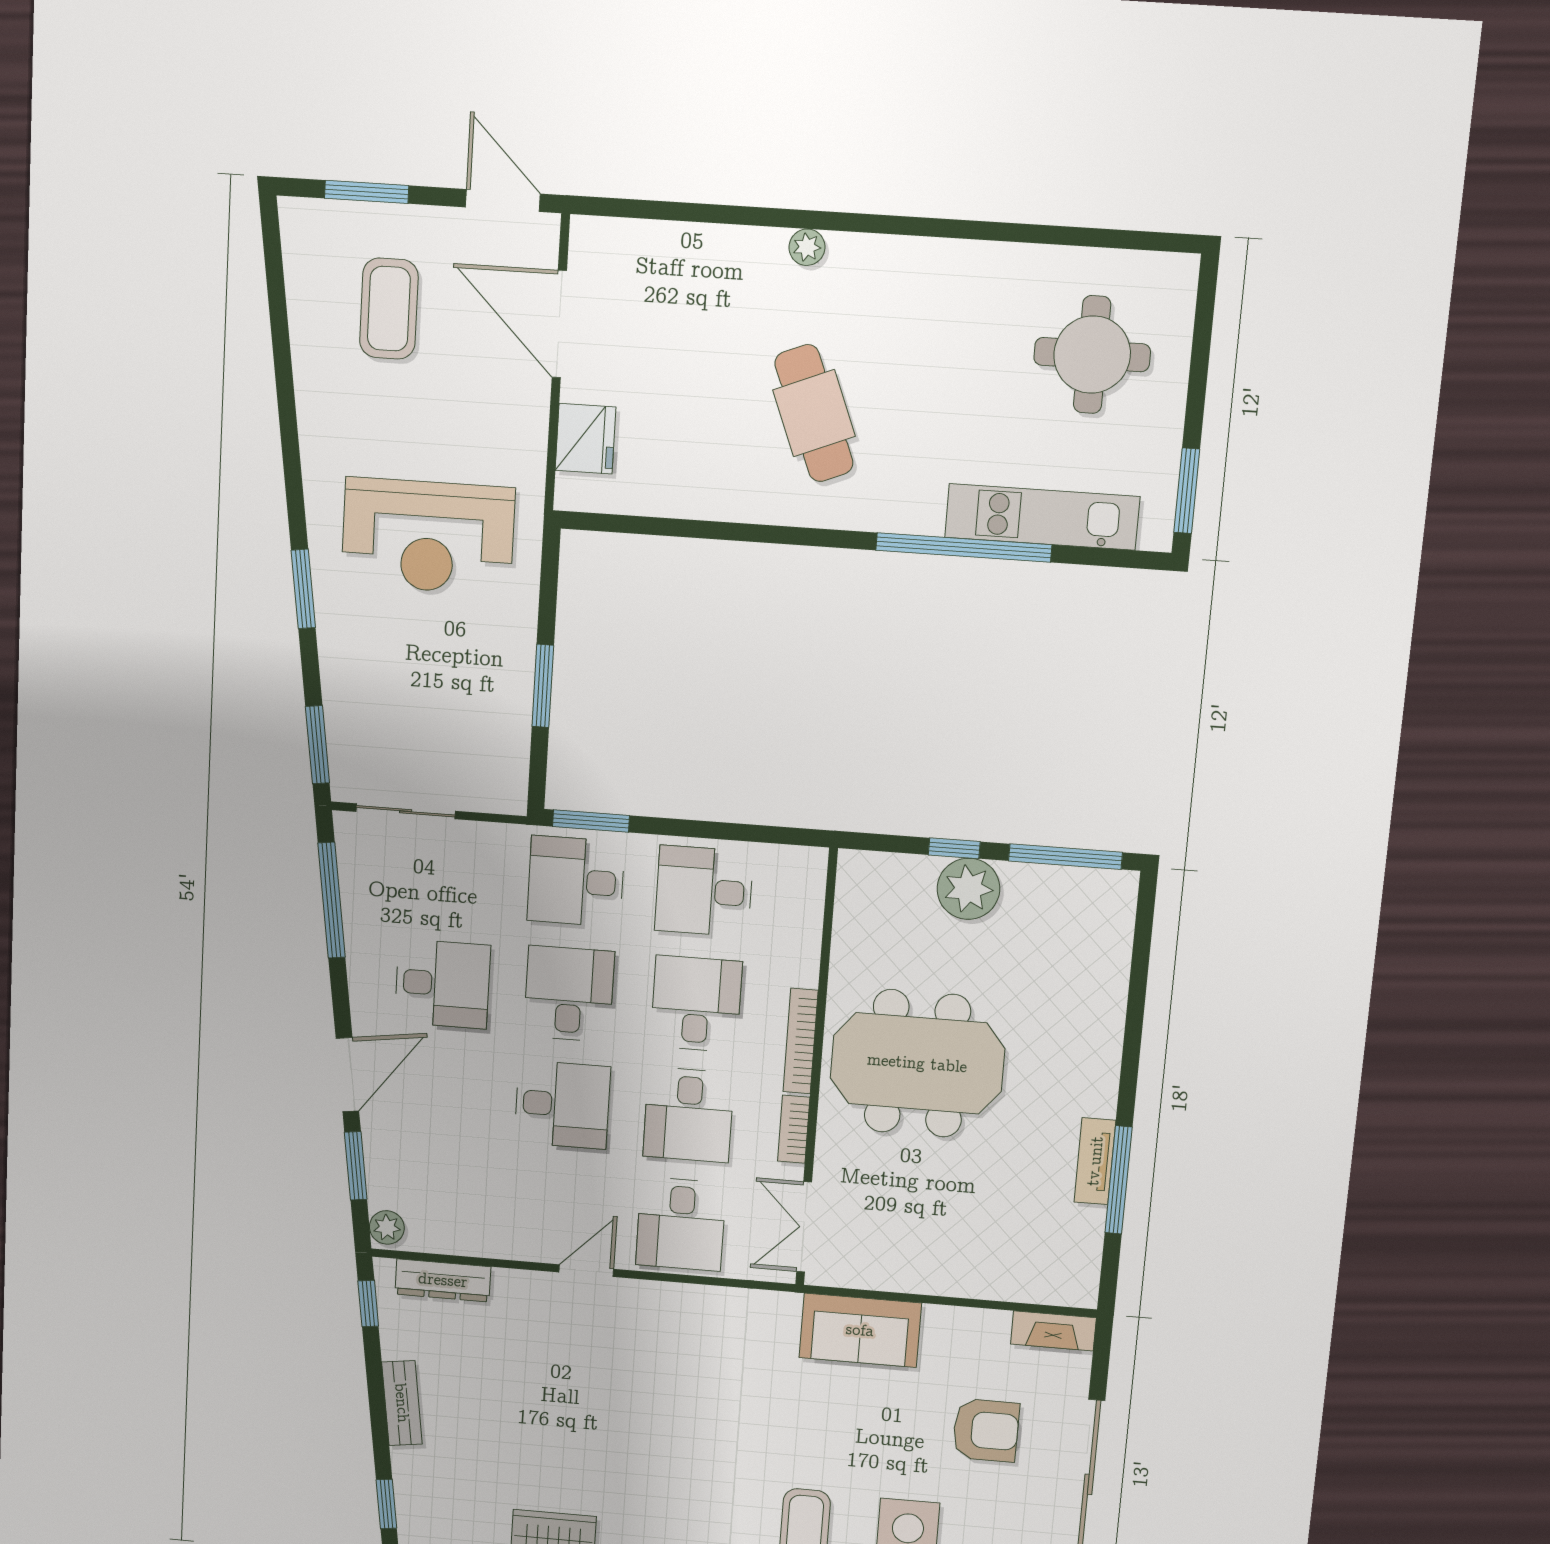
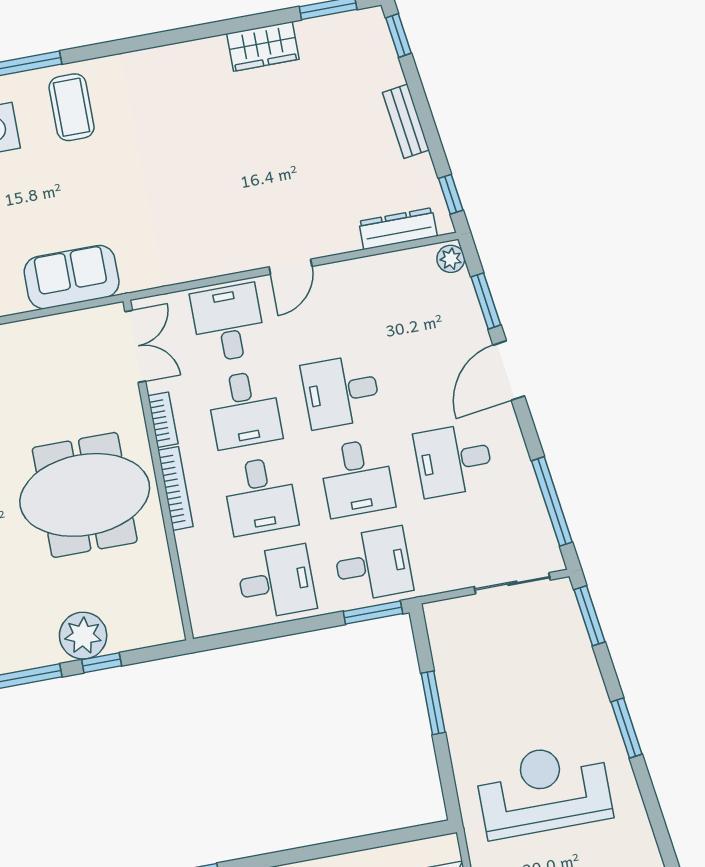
desk: (688, 1115) -> (244, 409), turned 180

